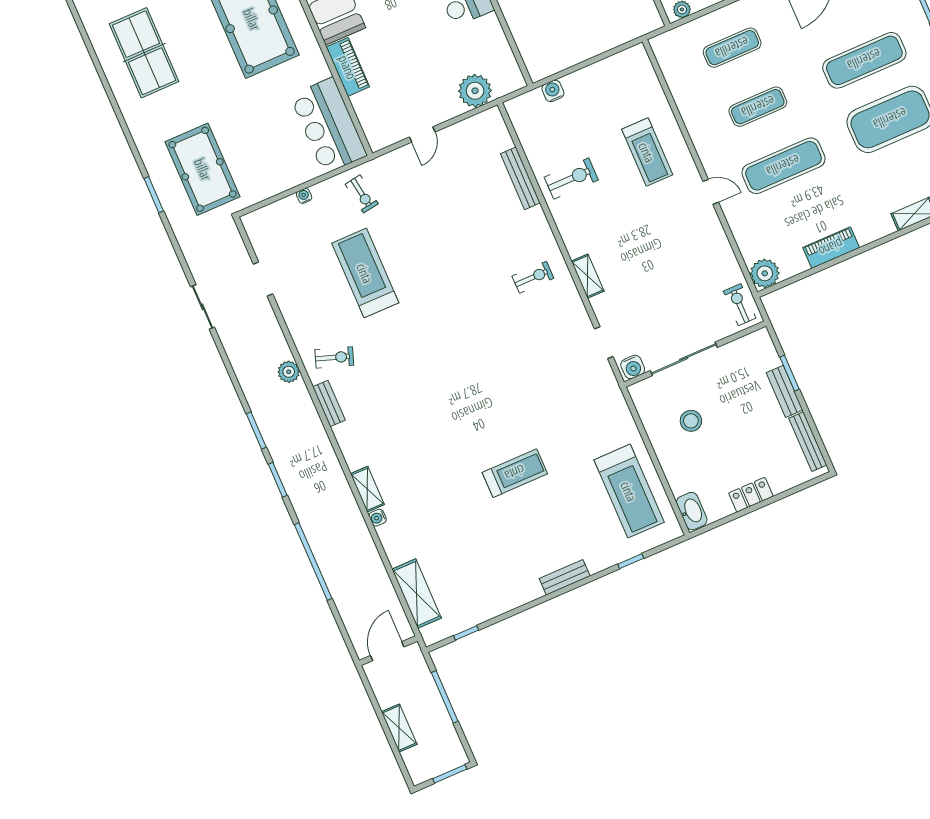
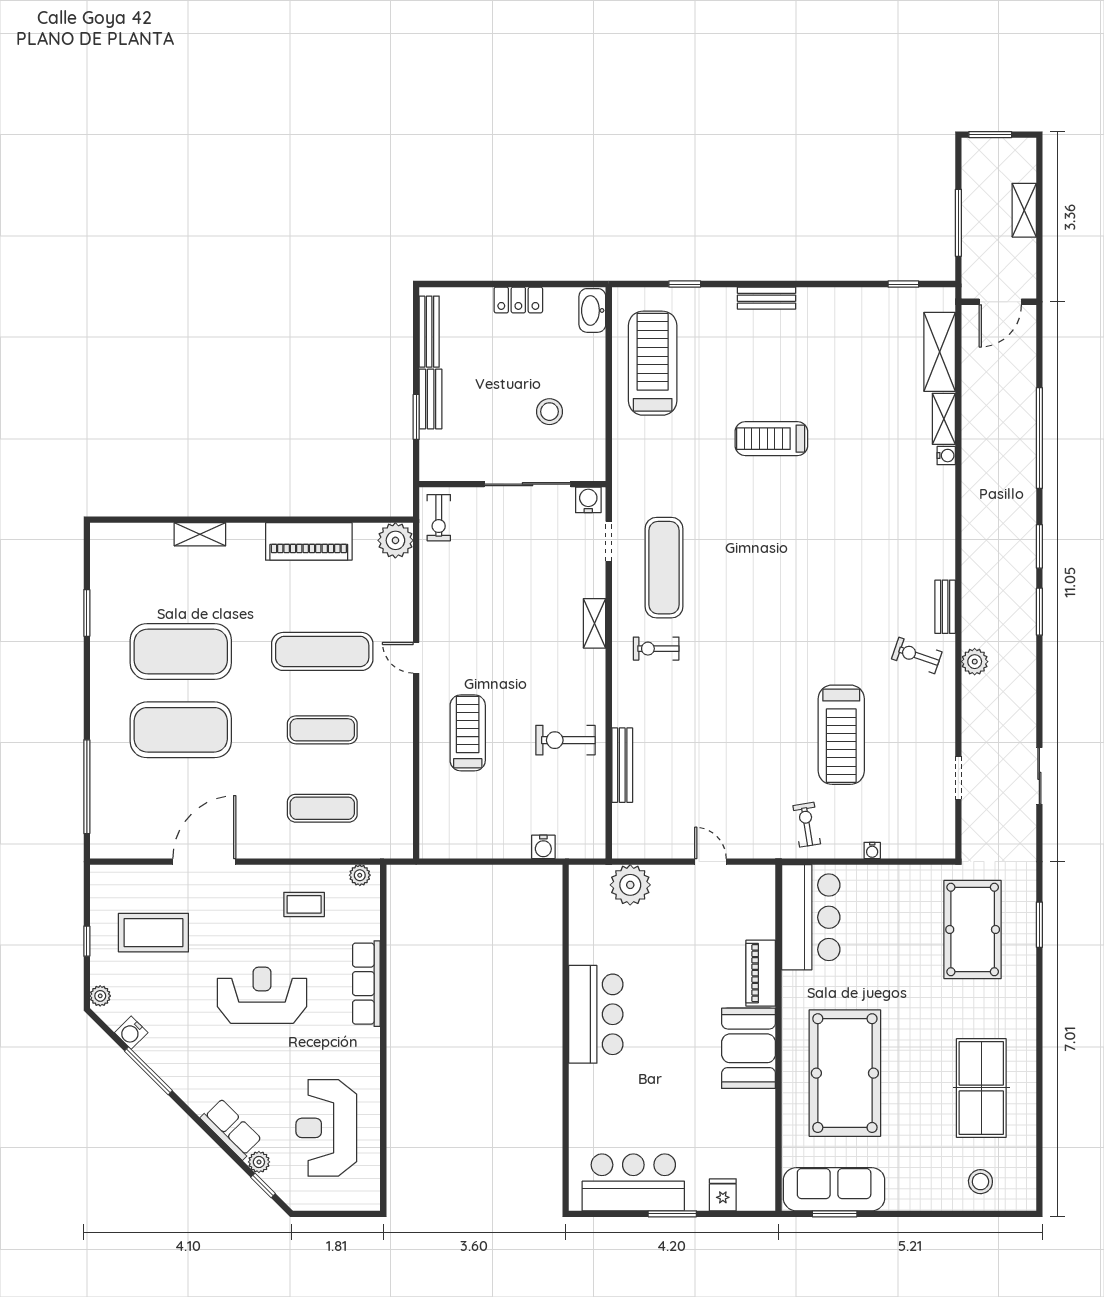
exercise mat: (864, 60) -> (181, 730), width x1.47
door: (422, 135) -> (710, 862), hinge flipped
piano: (831, 248) -> (309, 541), width x1.37, depth x1.33
exercise mat: (554, 341) -> (664, 568), added
shelving: (367, 489) -> (944, 419), moved

